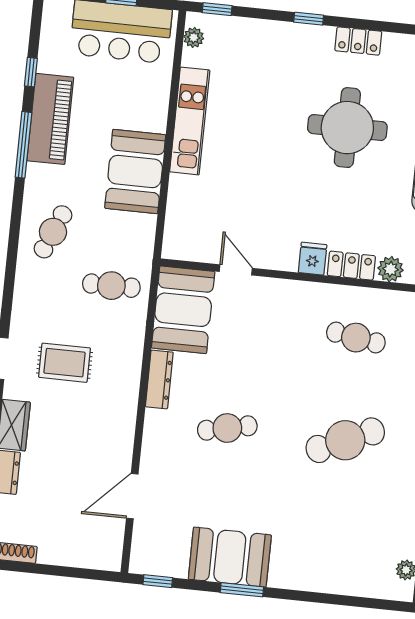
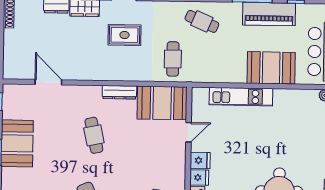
kitchen unit: (190, 121) -> (241, 97), moved
booth: (135, 171) -> (271, 68), moved
fridge: (284, 255) -> (200, 160), added
rug: (65, 363) -> (125, 35), turned 90

